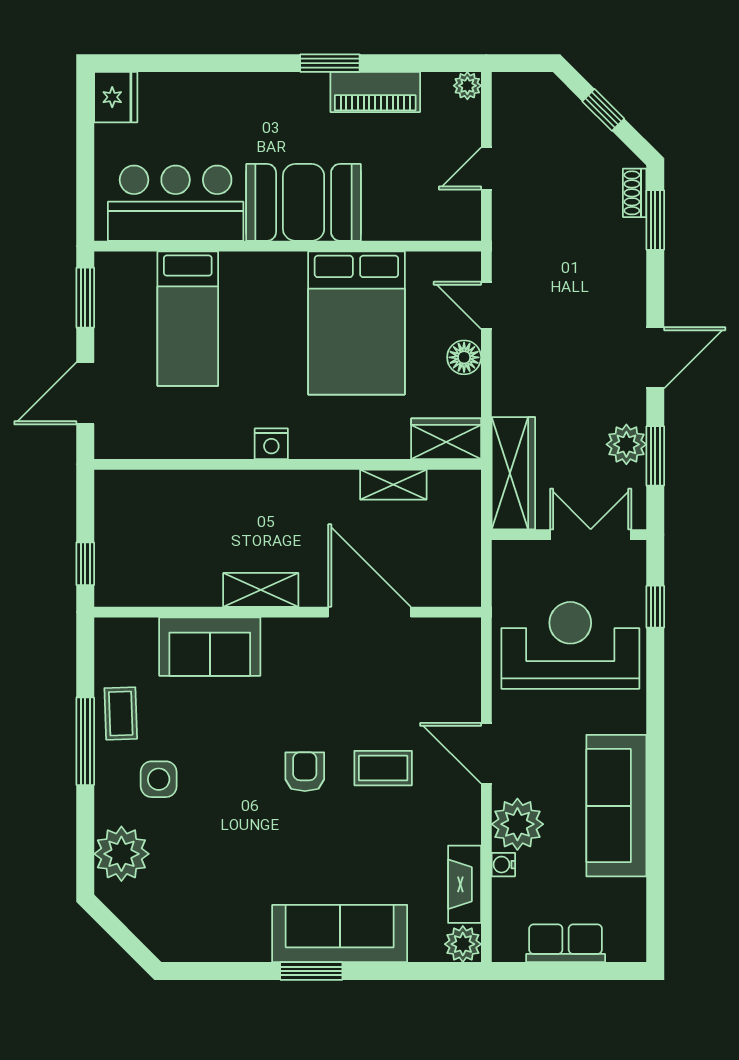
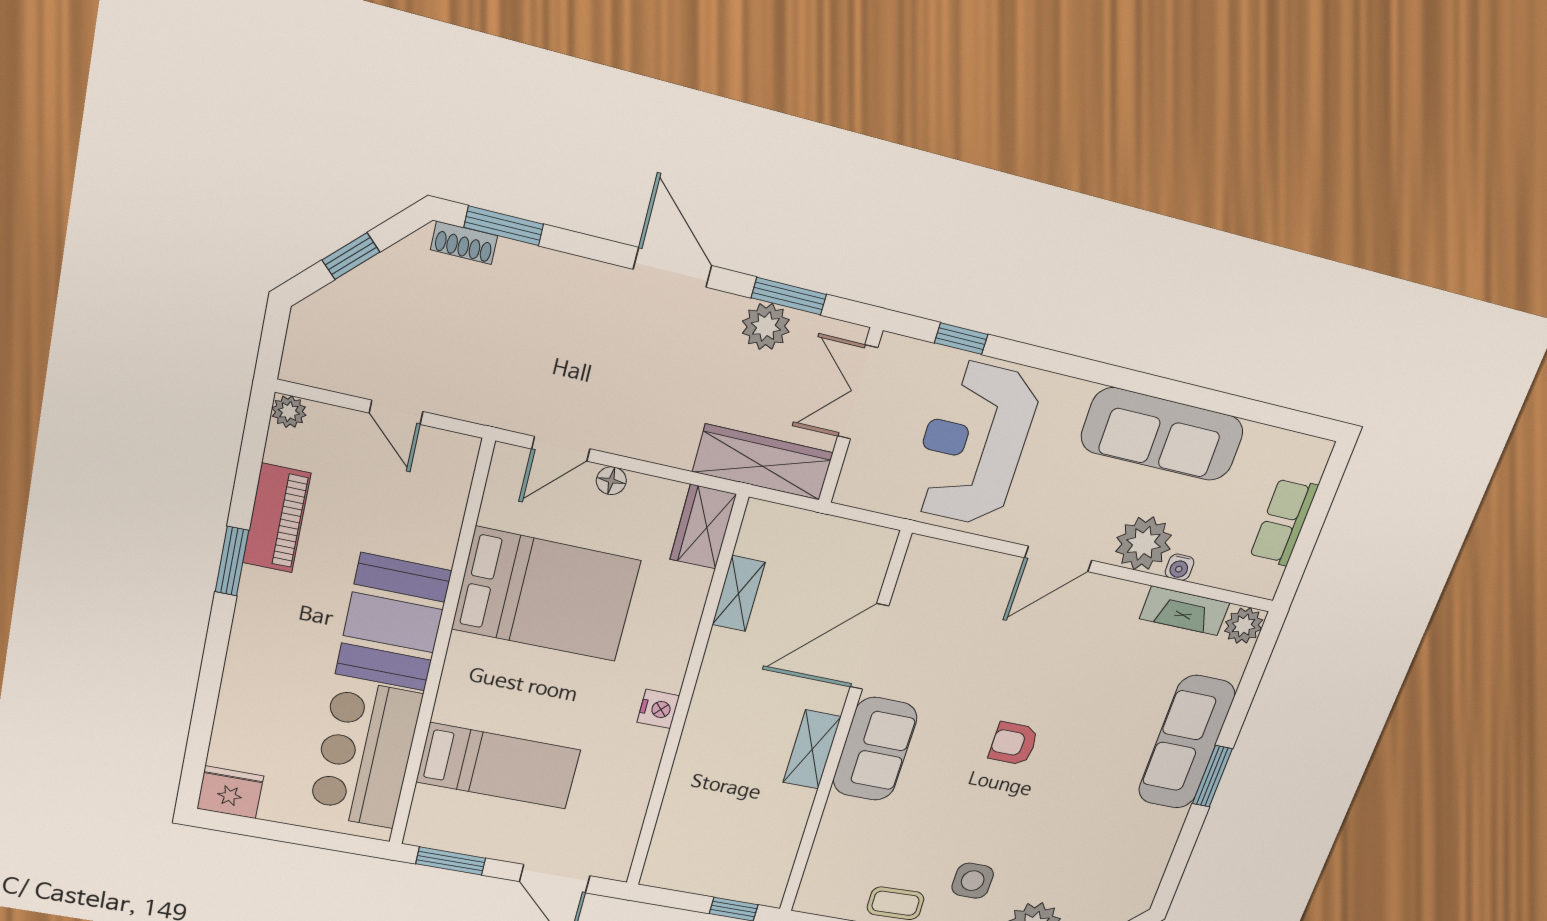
floor lamp: (464, 357) -> (611, 481), width x0.73, depth x0.73
sofa: (210, 647) -> (875, 749), moved
coffee table: (383, 768) -> (1037, 667), removed

